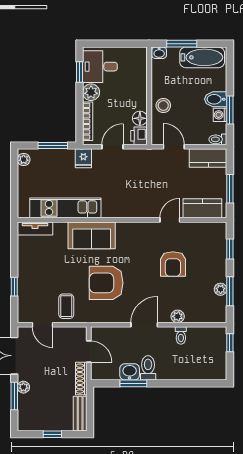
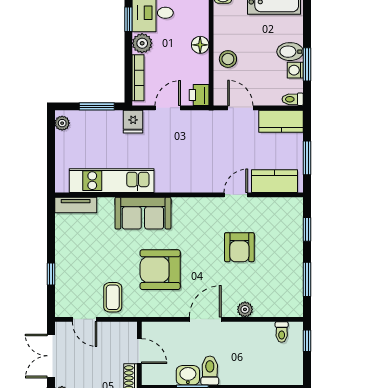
floor lamp: (140, 118) -> (200, 45), moved
plant: (221, 289) -> (296, 277), removed
toilet: (181, 336) -> (282, 332), moved

